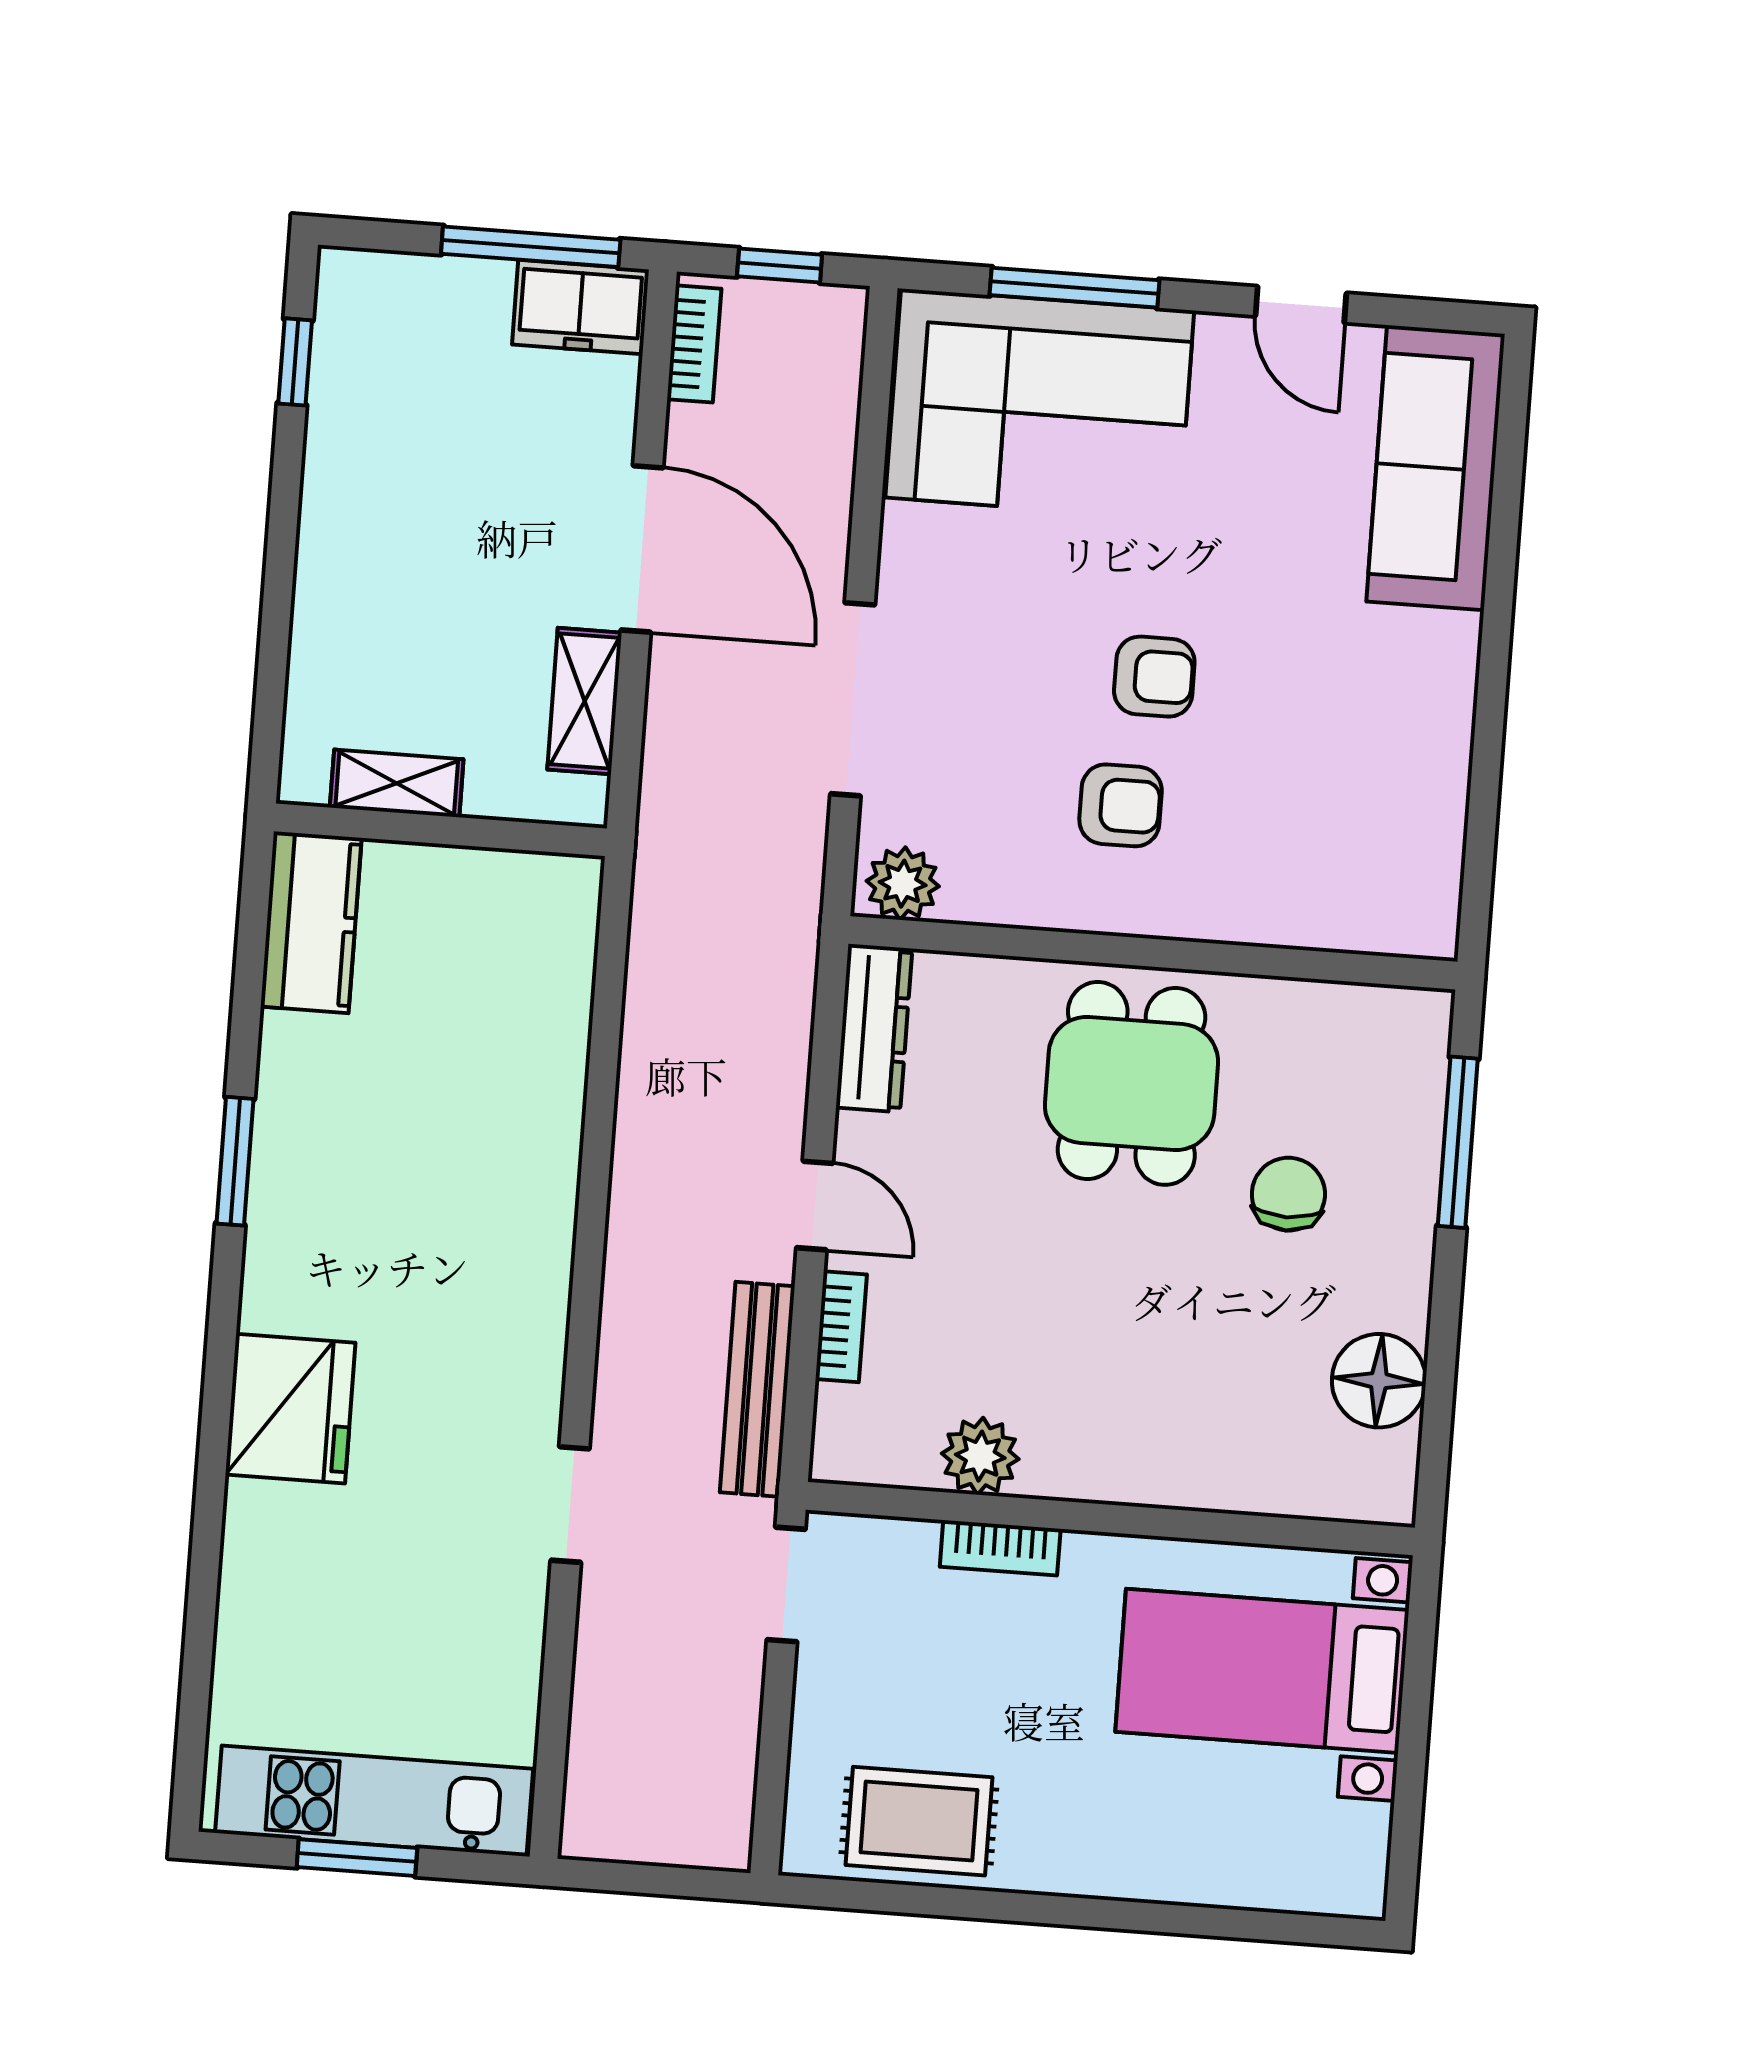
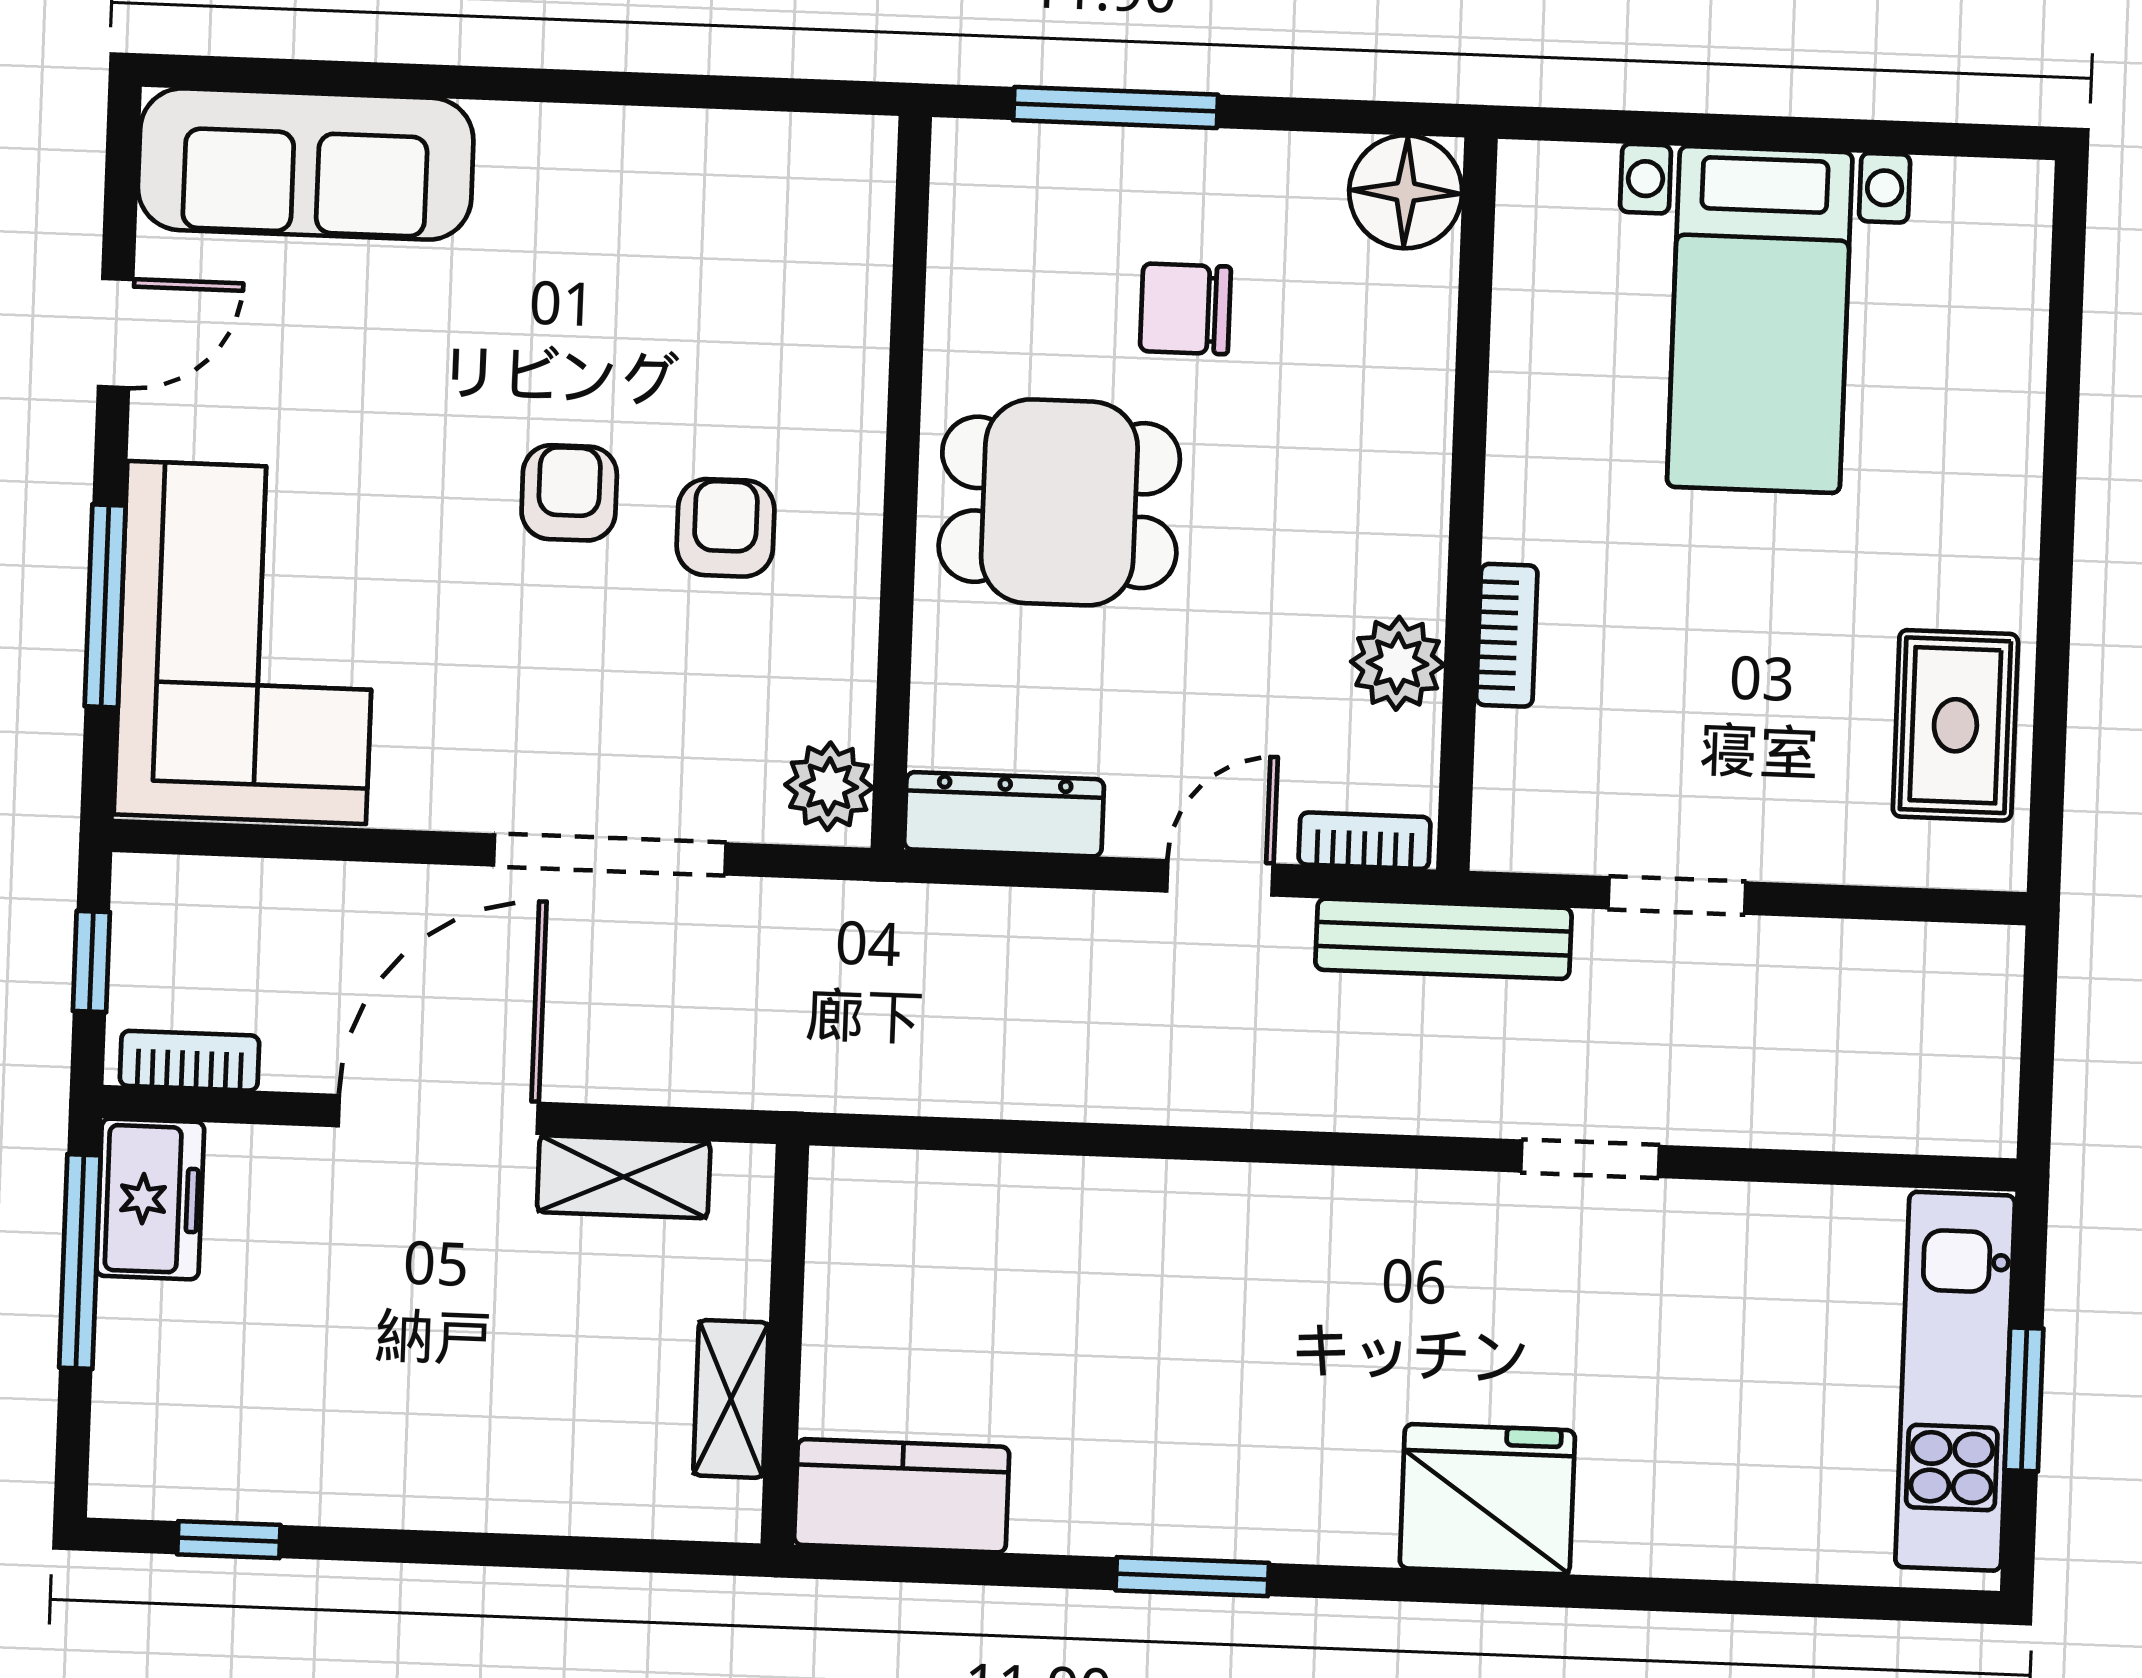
plant: (980, 1456) -> (1398, 663), moved
wall: (1110, 1519) -> (1467, 504), moved
bookcase: (1000, 1548) -> (1507, 635), moved

